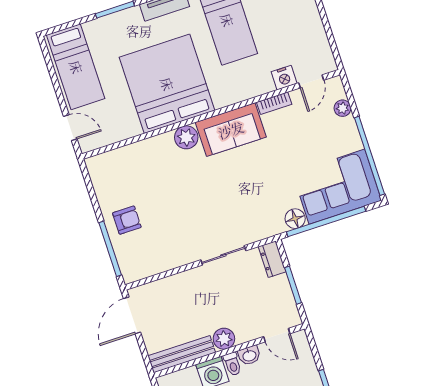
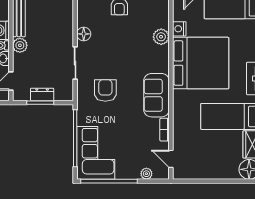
nightstand: (284, 78) -> (179, 29), moved
plant: (186, 137) -> (161, 37), moved
armchair: (247, 202) -> (105, 90), added
floor lamp: (295, 219) -> (84, 34), moved
dresser: (272, 259) -> (42, 94), moved

